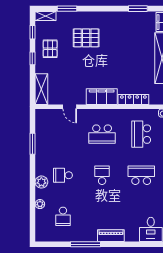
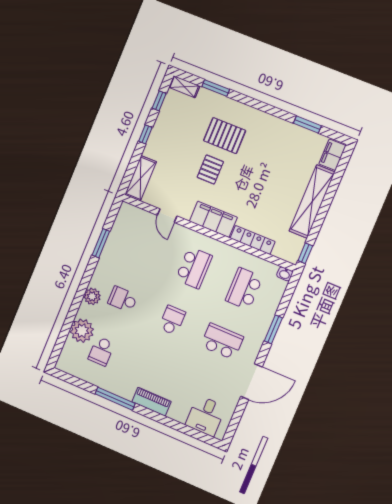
pallet: (50, 49) -> (210, 170), moved
school desk: (102, 134) -> (194, 268), turned -90
plant: (40, 204) -> (82, 331), width x1.88, depth x1.88

